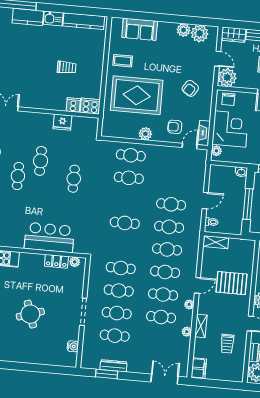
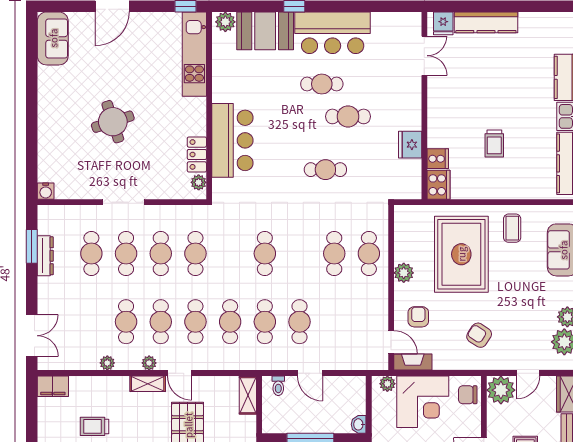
shelving: (201, 326) -> (148, 384), moved
water cooler: (73, 346) -> (46, 191), moved

